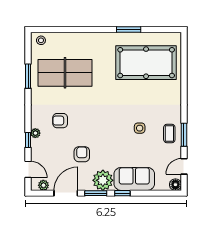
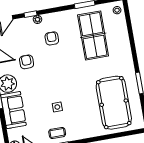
armchair: (82, 154) -> (27, 62), turned -90

